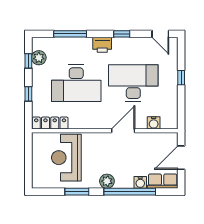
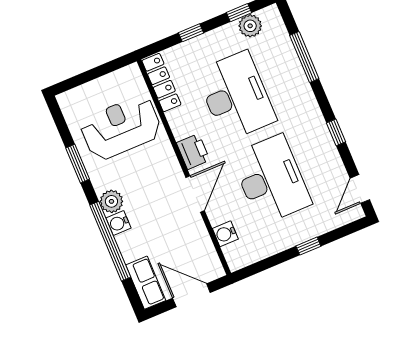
printer: (102, 45) -> (193, 151), moved, turned 180
desk: (76, 83) -> (236, 96), turned 180
door: (123, 131) -> (195, 194), hinge flipped
water cooler: (140, 182) -> (119, 223), moved

